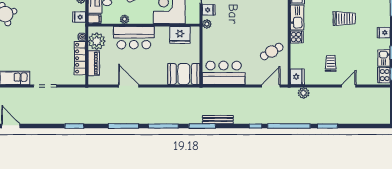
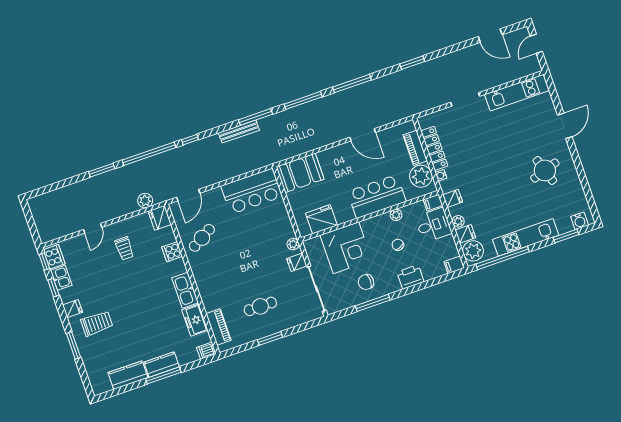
trolley: (344, 19) -> (97, 323), moved, turned 180
cooker: (297, 37) -> (172, 252), moved

